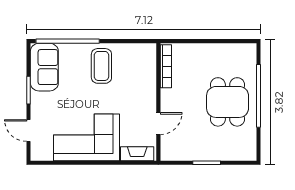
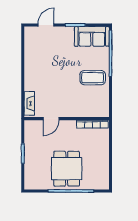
dining table: (228, 102) -> (67, 169), turned 90
door: (158, 124) -> (51, 119), hinge flipped
corner sofa: (86, 137) -> (41, 67), removed

